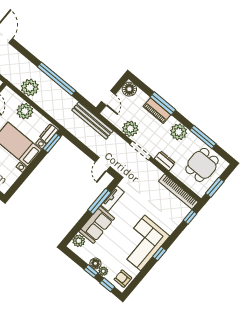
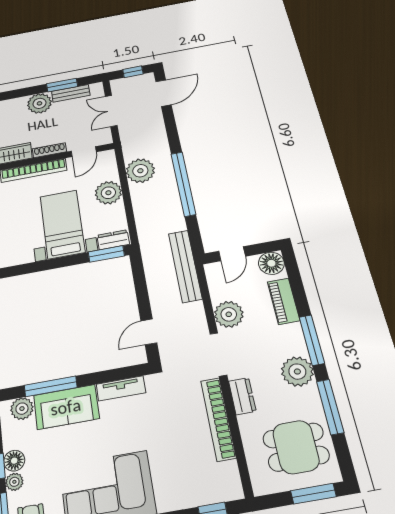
window: (163, 103) -> (312, 340), moved
piano: (157, 111) -> (284, 301), moved
window: (215, 187) -> (313, 494), moved
bookcase: (178, 192) -> (218, 419), moved
window: (99, 201) -> (51, 386), moved

